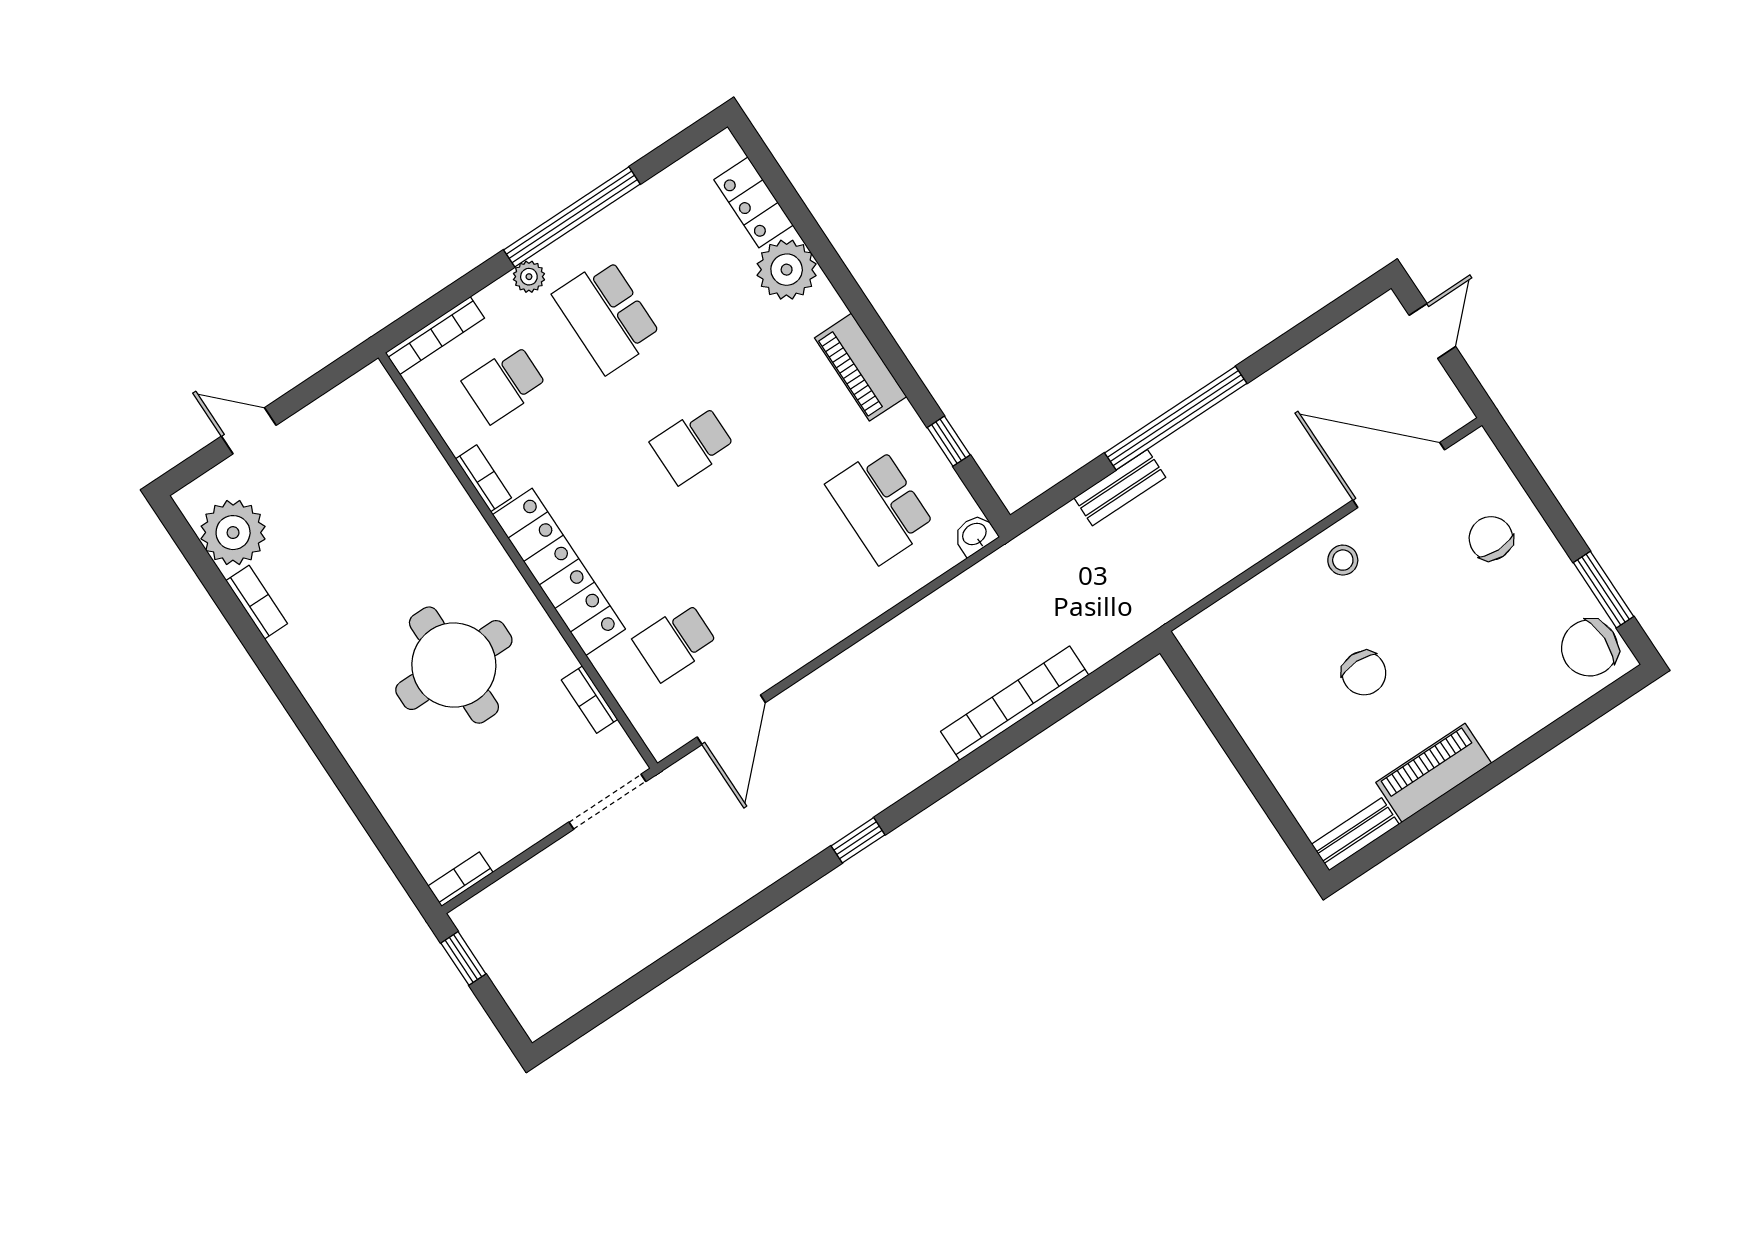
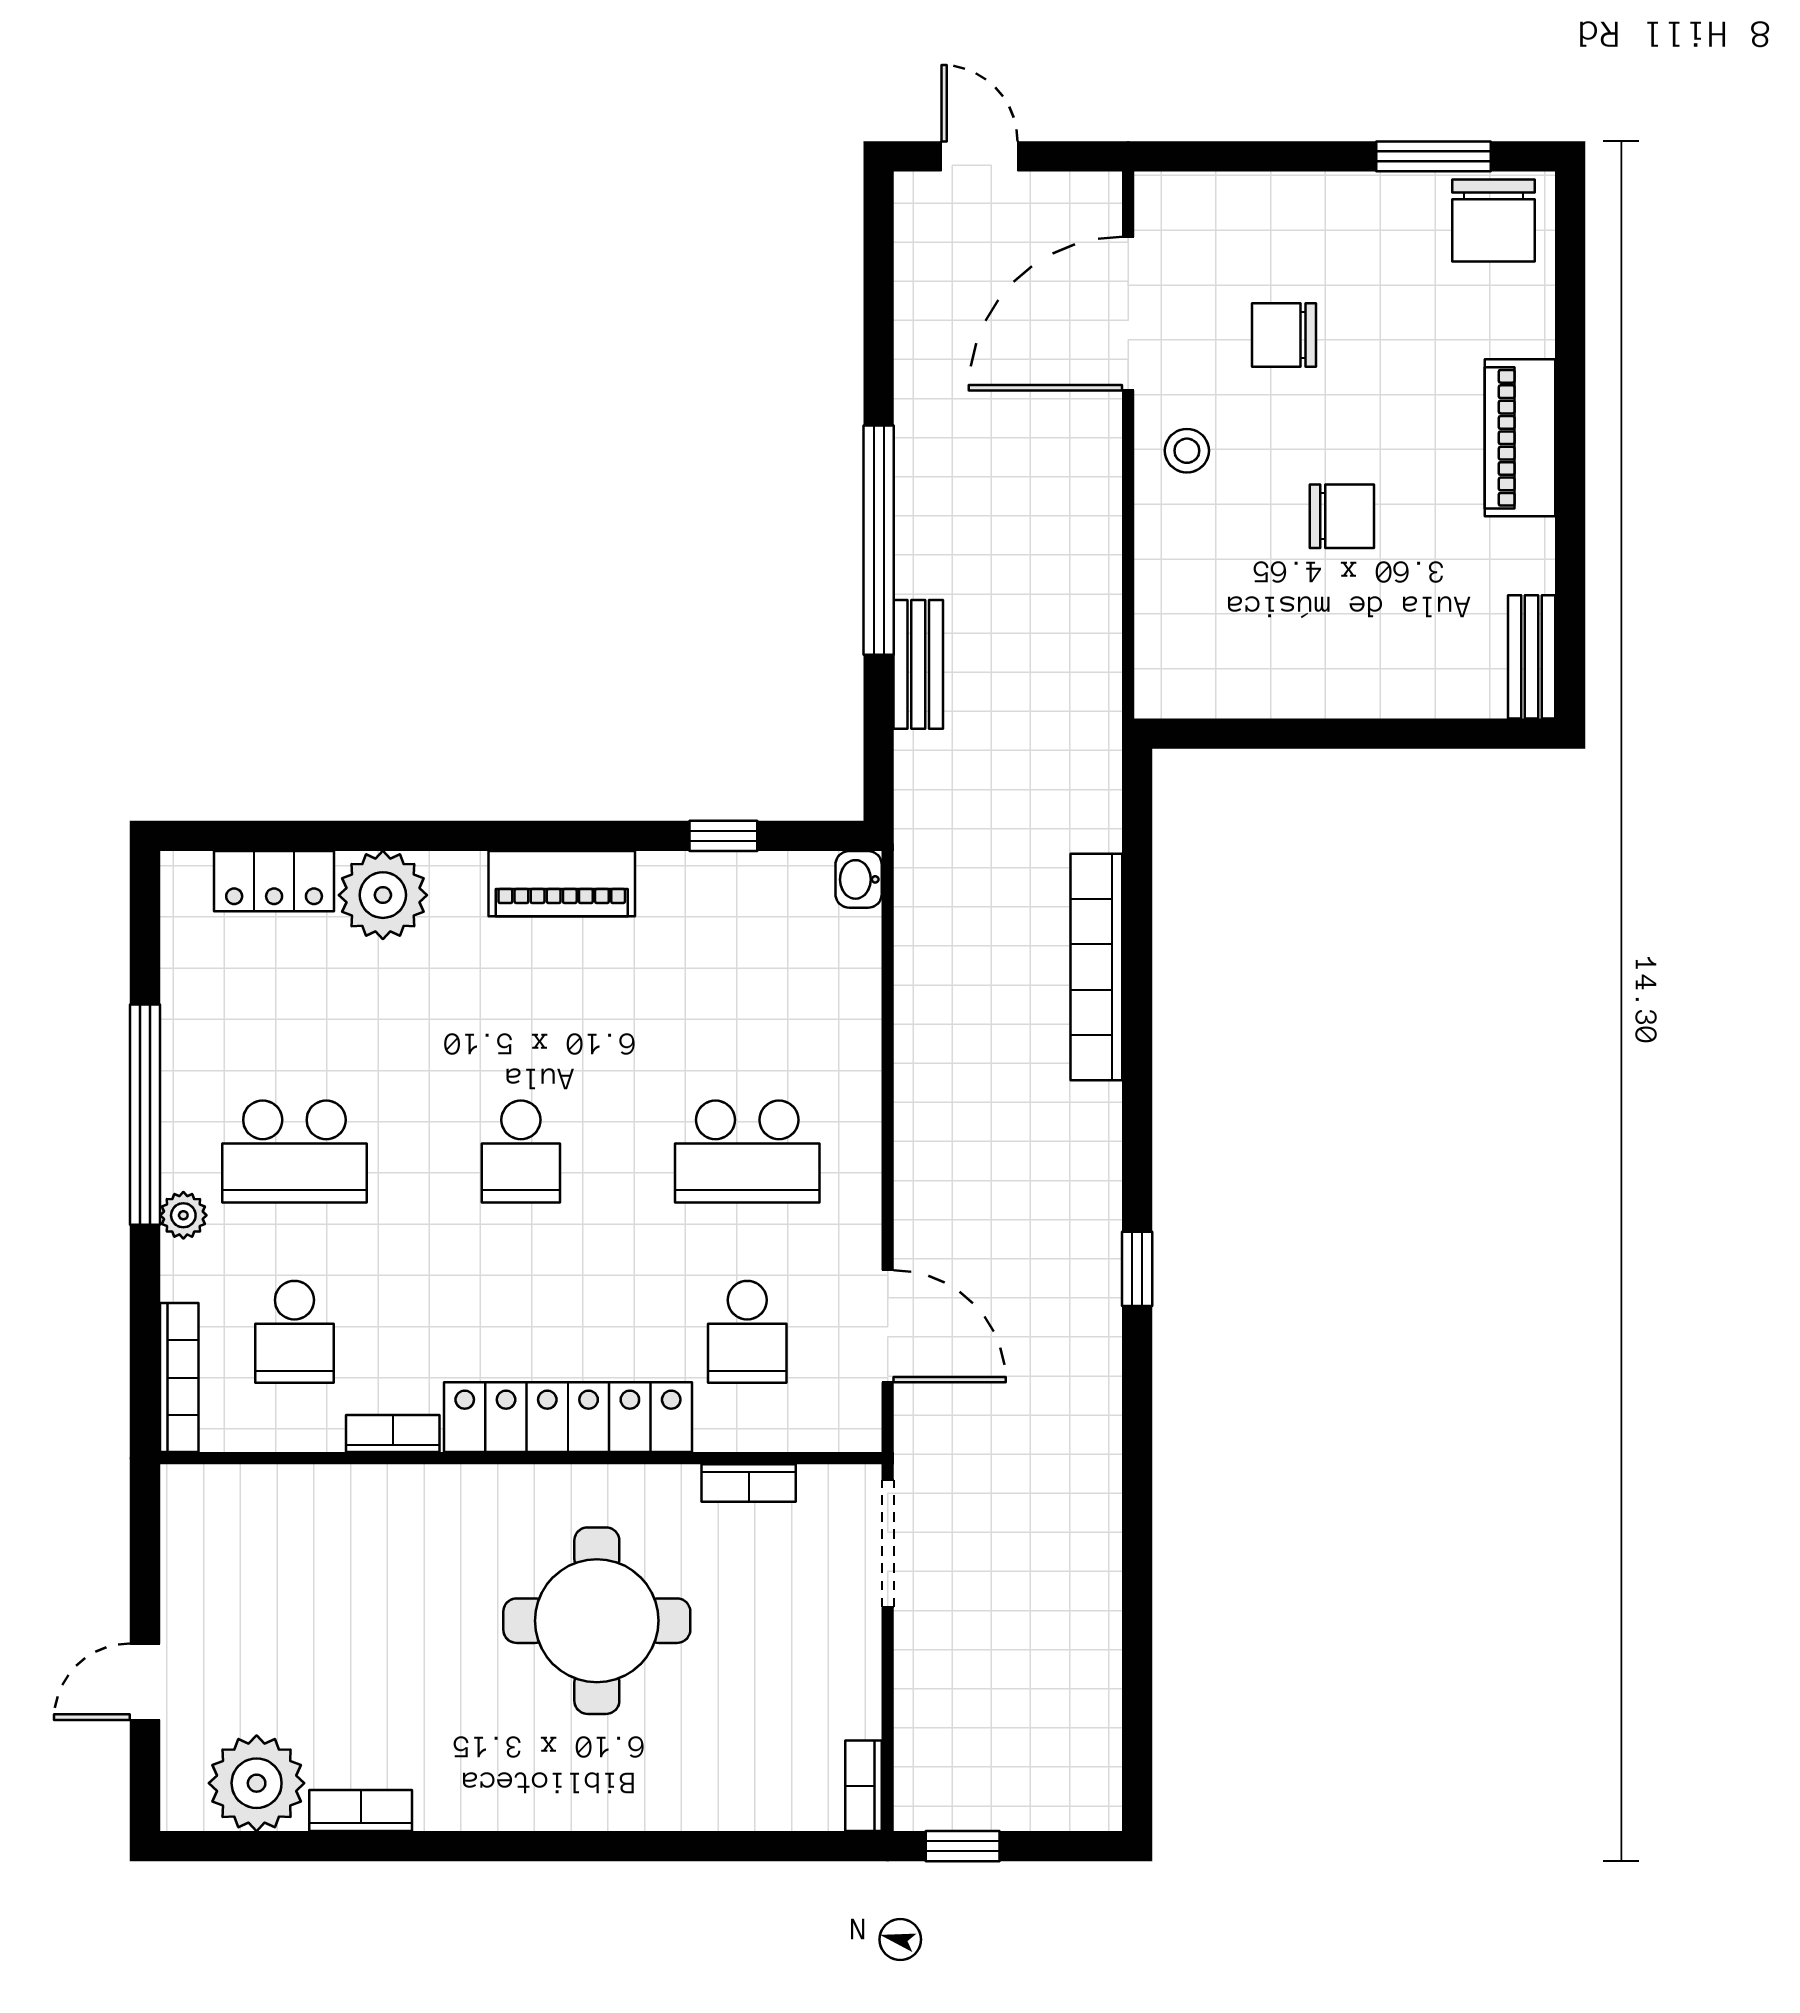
school desk: (881, 506) -> (747, 1152), moved
chair: (1491, 538) -> (1284, 335), moved
piano: (1434, 773) -> (1520, 438), moved

